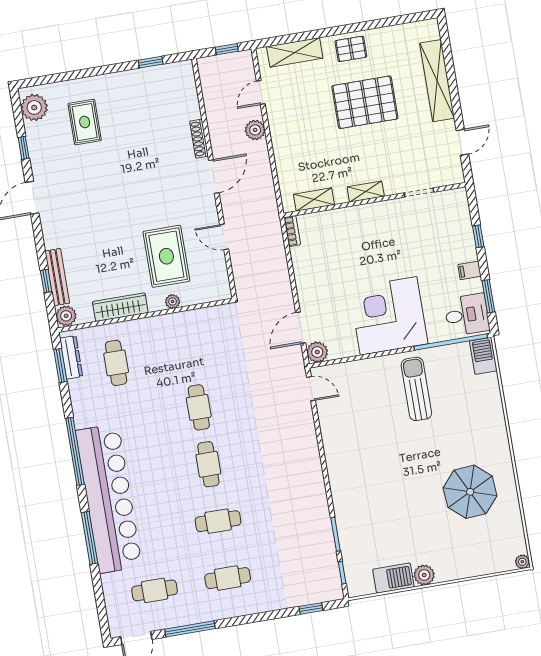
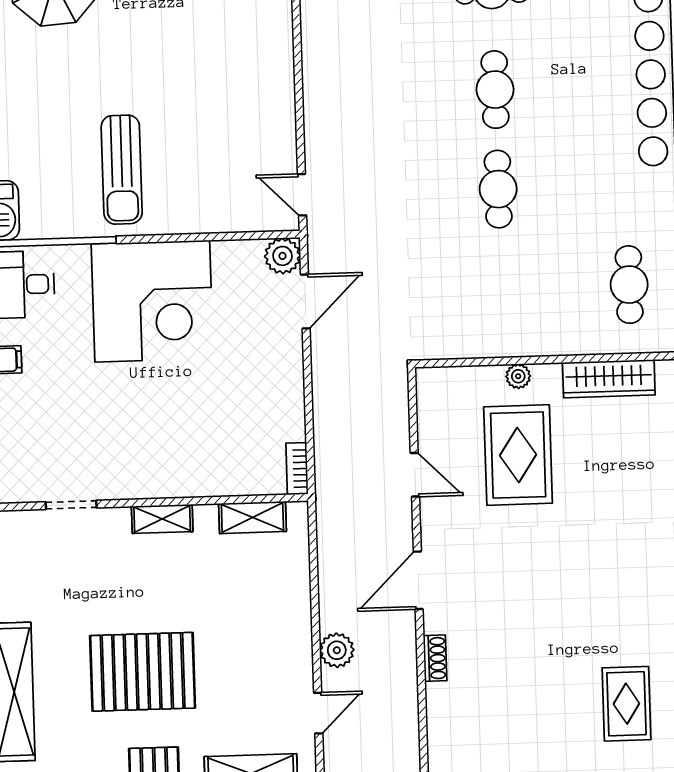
shoe rack: (199, 139) -> (435, 658), width x0.70

